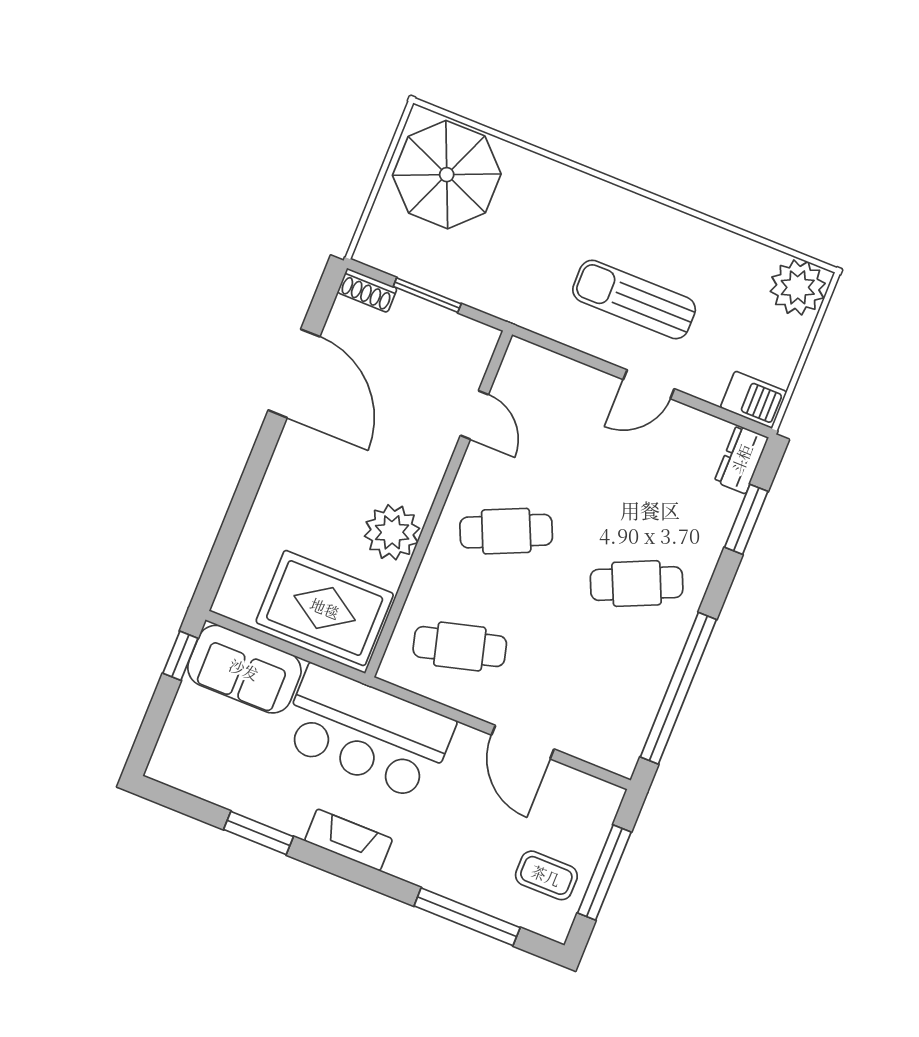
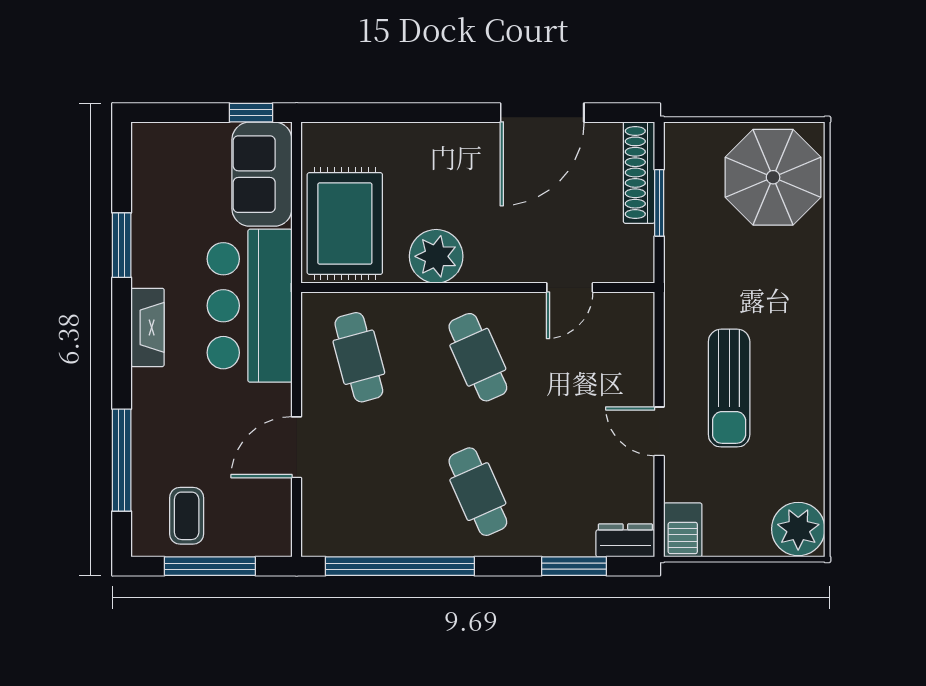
shoe rack: (367, 290) -> (639, 173), width x1.94, depth x1.24
sun lounger: (634, 299) -> (729, 388), turned 180

